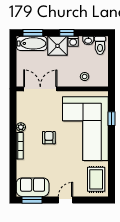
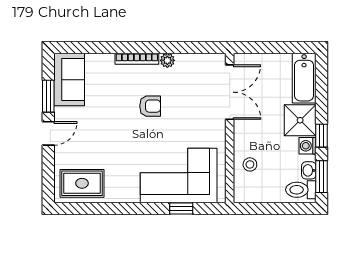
window: (33, 33) -> (321, 177), moved
corner sofa: (85, 129) -> (179, 175), width x0.73, depth x0.74
window: (32, 200) -> (48, 96), moved
door: (66, 200) -> (48, 133), hinge flipped

